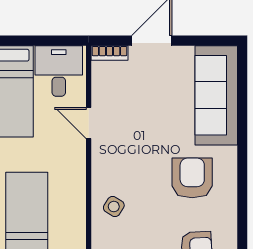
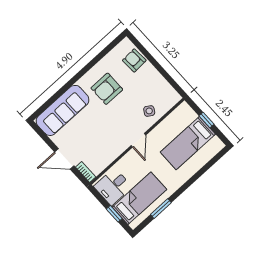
window: (22, 41) -> (114, 214), added
door: (89, 123) -> (138, 140), moved

